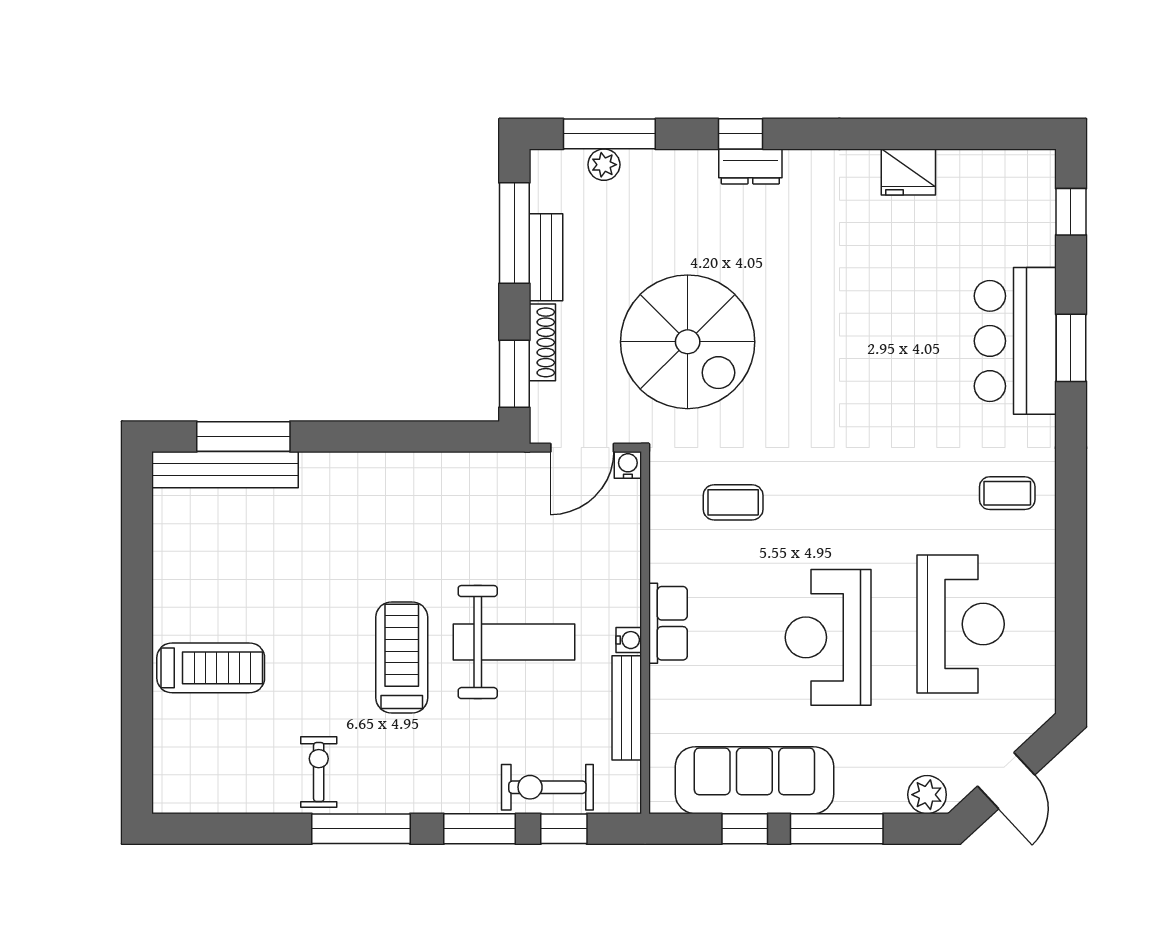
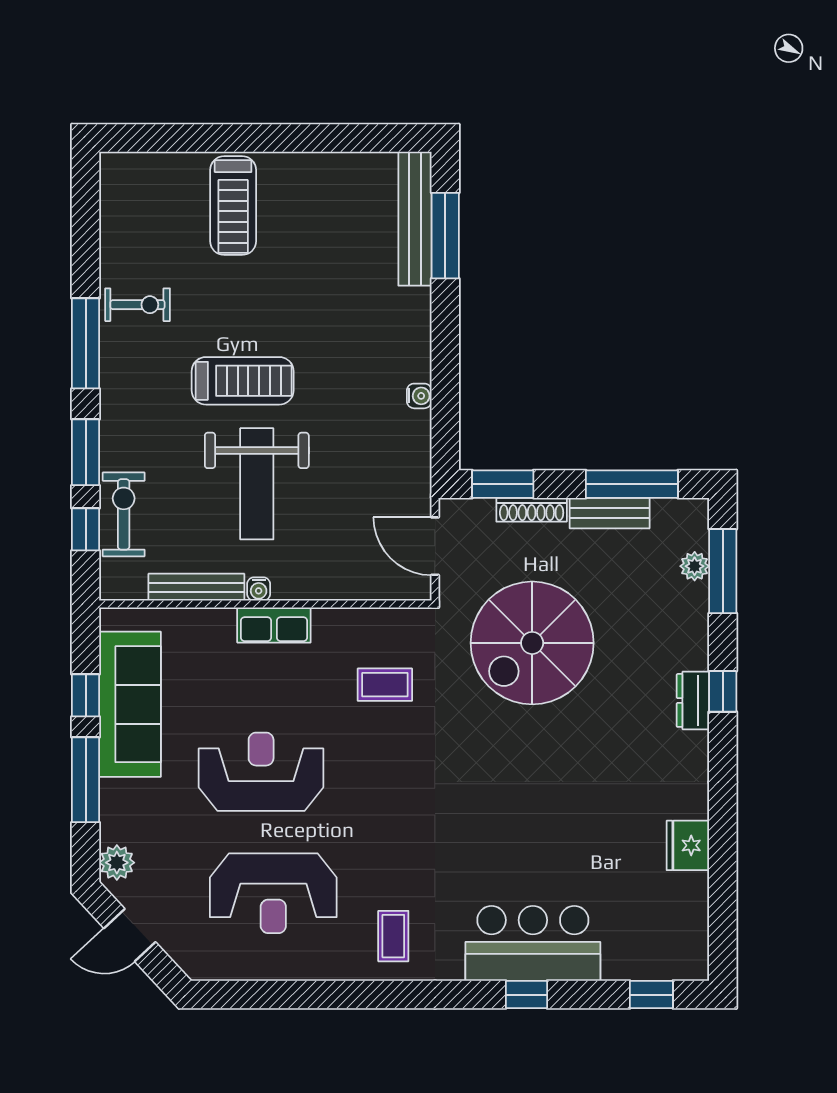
window: (1071, 348) -> (527, 995), width x0.67
water cooler: (628, 465) -> (419, 396), moved
coffee table: (733, 502) -> (385, 685), turned 90

